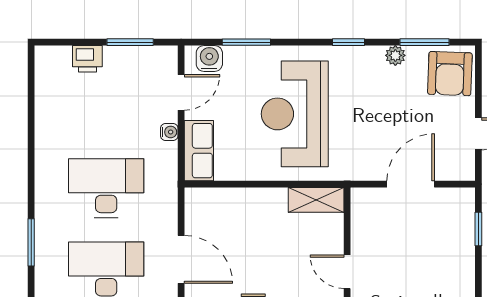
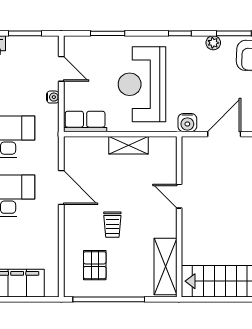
water cooler: (209, 58) -> (187, 123), moved, turned 180
door: (181, 92) -> (61, 69), hinge flipped
row of seats: (199, 151) -> (85, 121), moved, turned -90
shelving: (316, 200) -> (129, 145), moved

